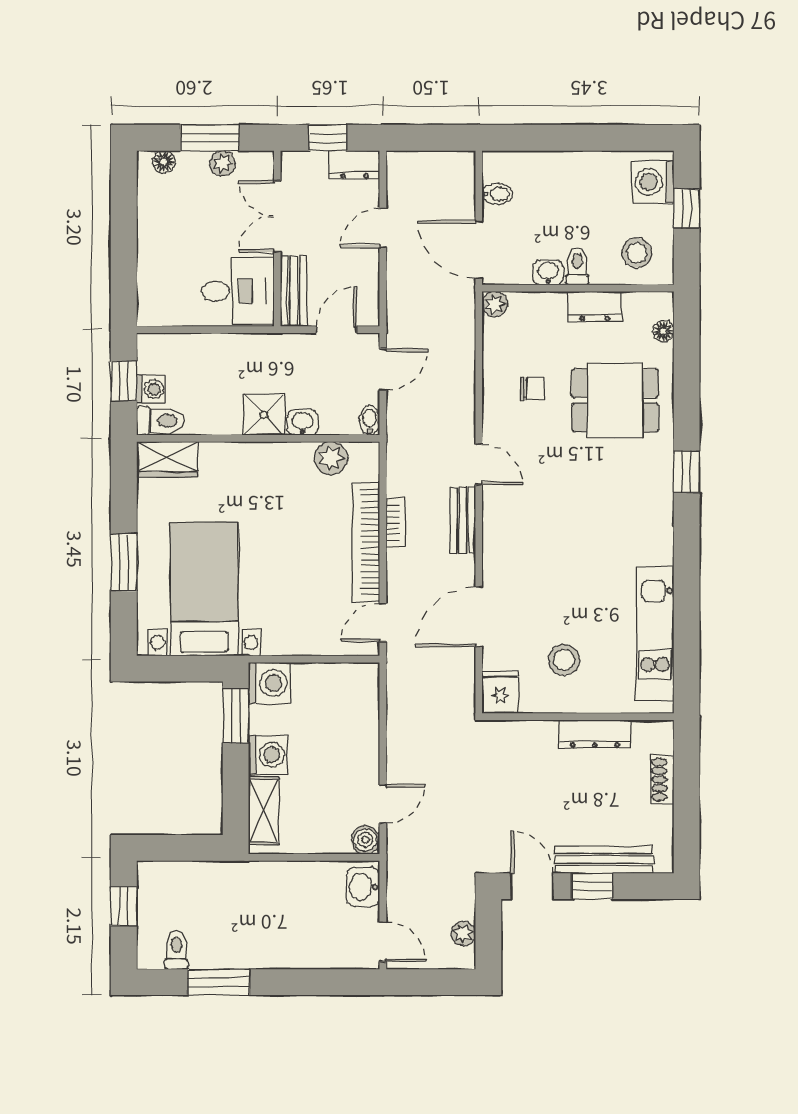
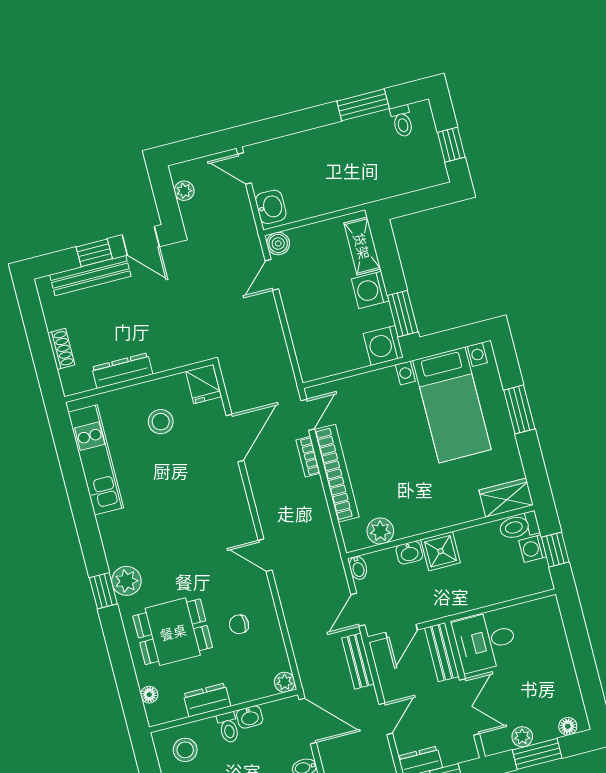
plant: (655, 477) -> (126, 581), added
bench: (463, 520) -> (358, 661), moved
bookcase: (396, 523) -> (308, 457), moved

